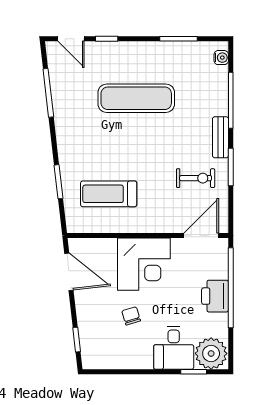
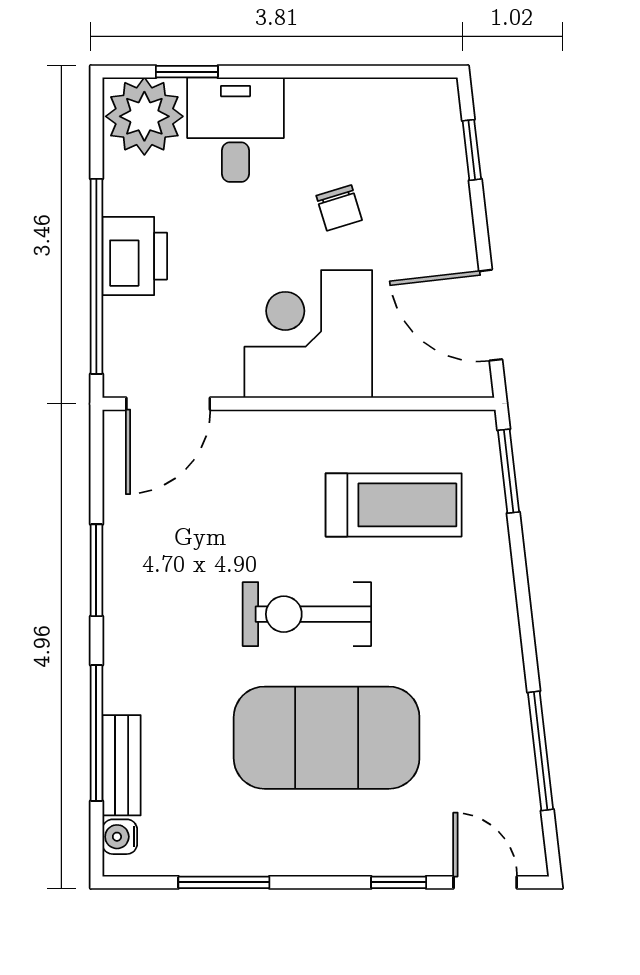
exercise mat: (136, 98) -> (327, 738), width x1.47
bench: (220, 137) -> (122, 765), moved
exercise bike: (196, 178) -> (307, 614), moved, width x1.38, depth x1.39
window: (59, 182) -> (509, 471), moved

